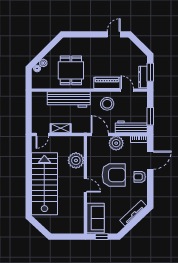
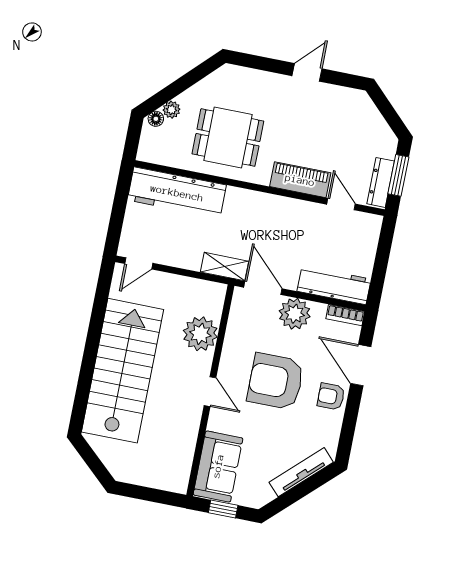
door: (114, 34) -> (307, 72), moved
dining table: (71, 70) -> (228, 137), turned 90
workbench: (69, 99) -> (177, 193), moved
stool: (107, 104) -> (292, 225), removed
window: (150, 116) -> (380, 270), removed
shelving: (61, 128) -> (225, 267), moved
door: (150, 160) -> (361, 365), swing flipped
armchair: (114, 175) -> (276, 381), turned 180

